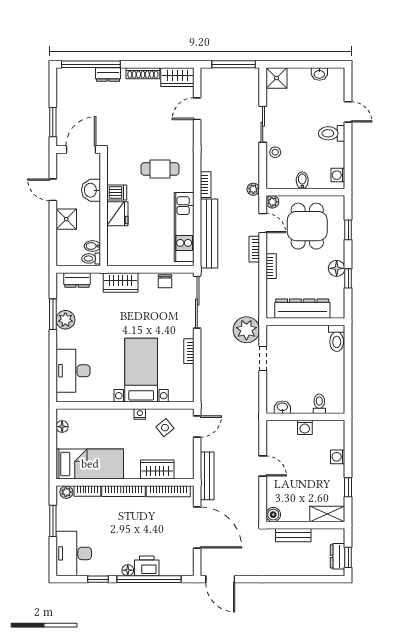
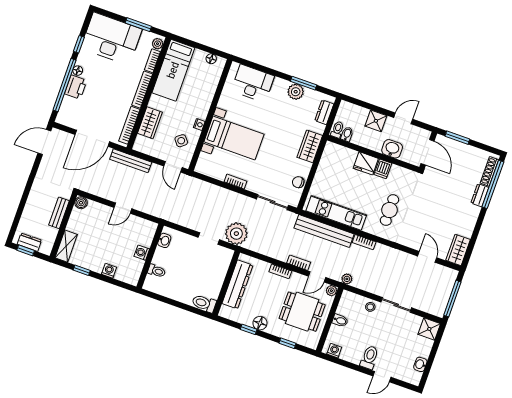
shoe rack: (143, 73) -> (489, 171), moved
sliding door: (197, 302) -> (273, 202), width x0.73
desk: (74, 553) -> (111, 39), width x1.36, depth x1.30

